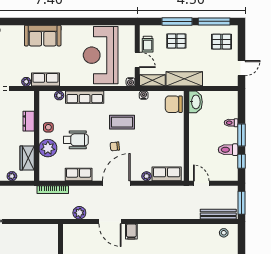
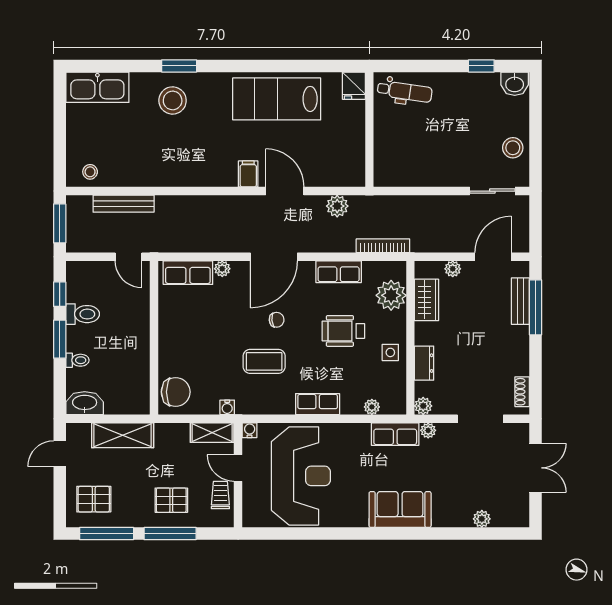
shelving: (184, 79) -> (123, 435), moved
plant: (29, 96) -> (423, 406), added
row of seats: (85, 97) -> (318, 404), width x0.68
washbasin: (195, 102) -> (85, 403), moved, turned 90
plant: (48, 148) -> (391, 295), moved
bench: (218, 214) -> (124, 204), moved

